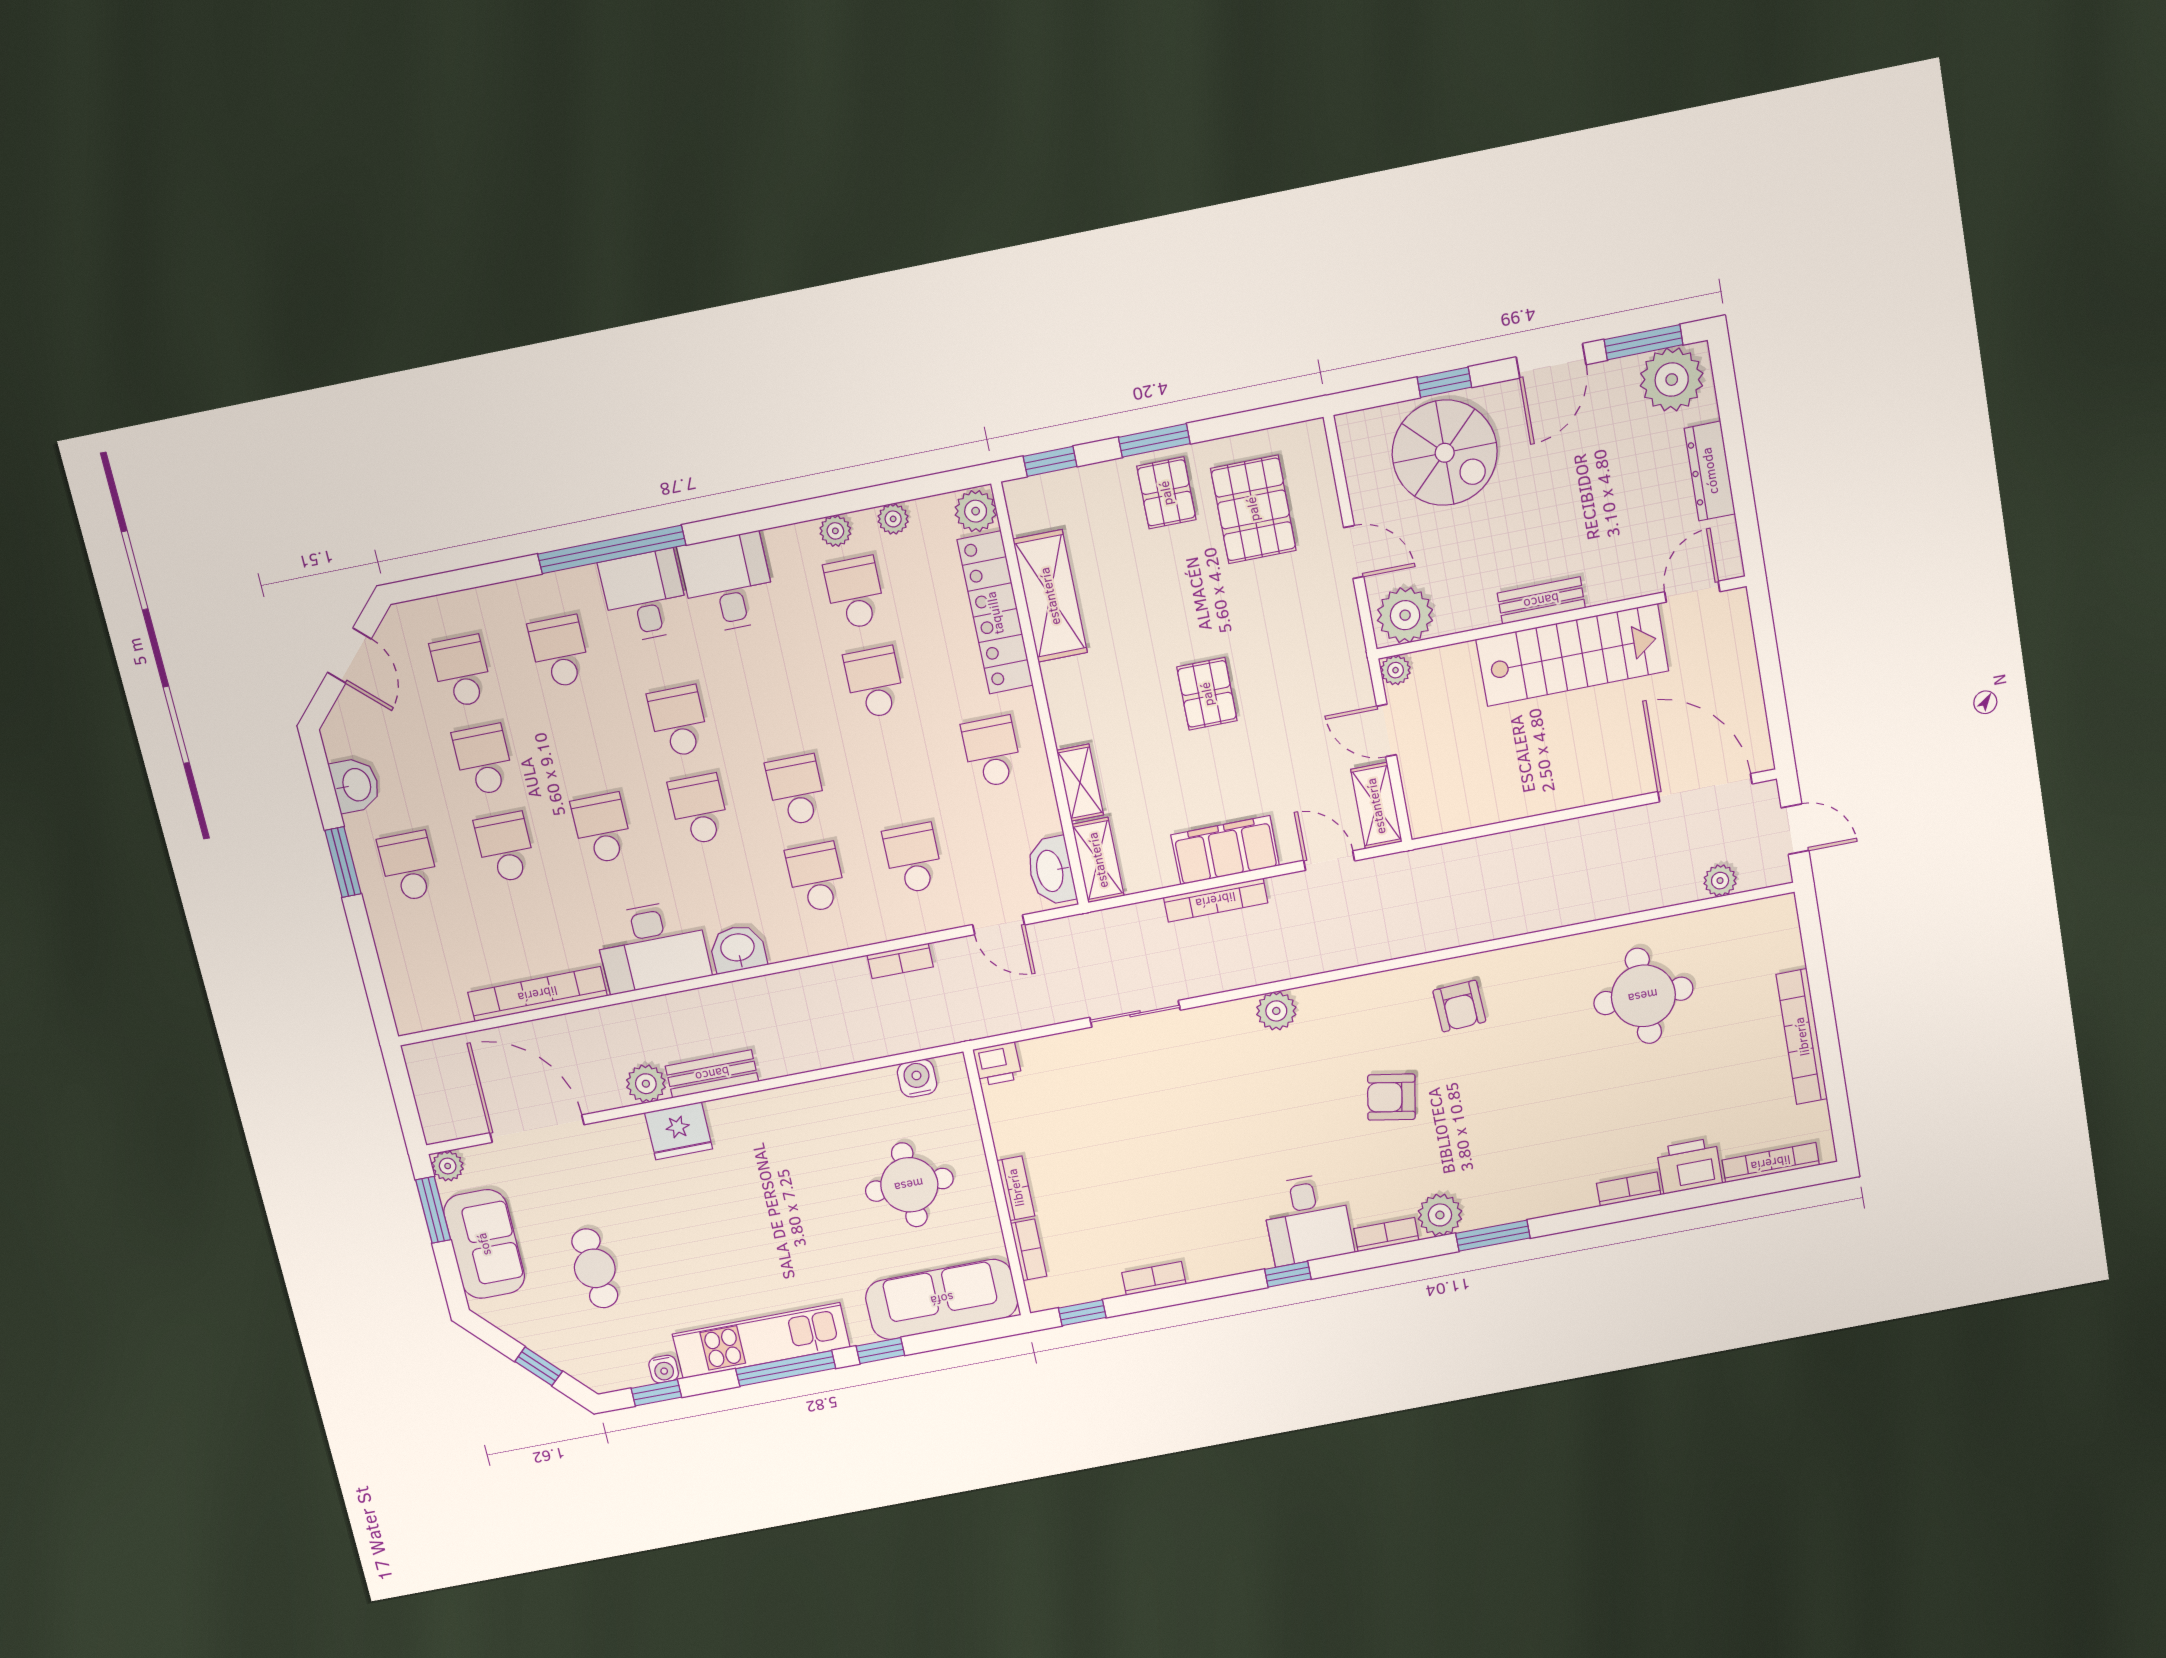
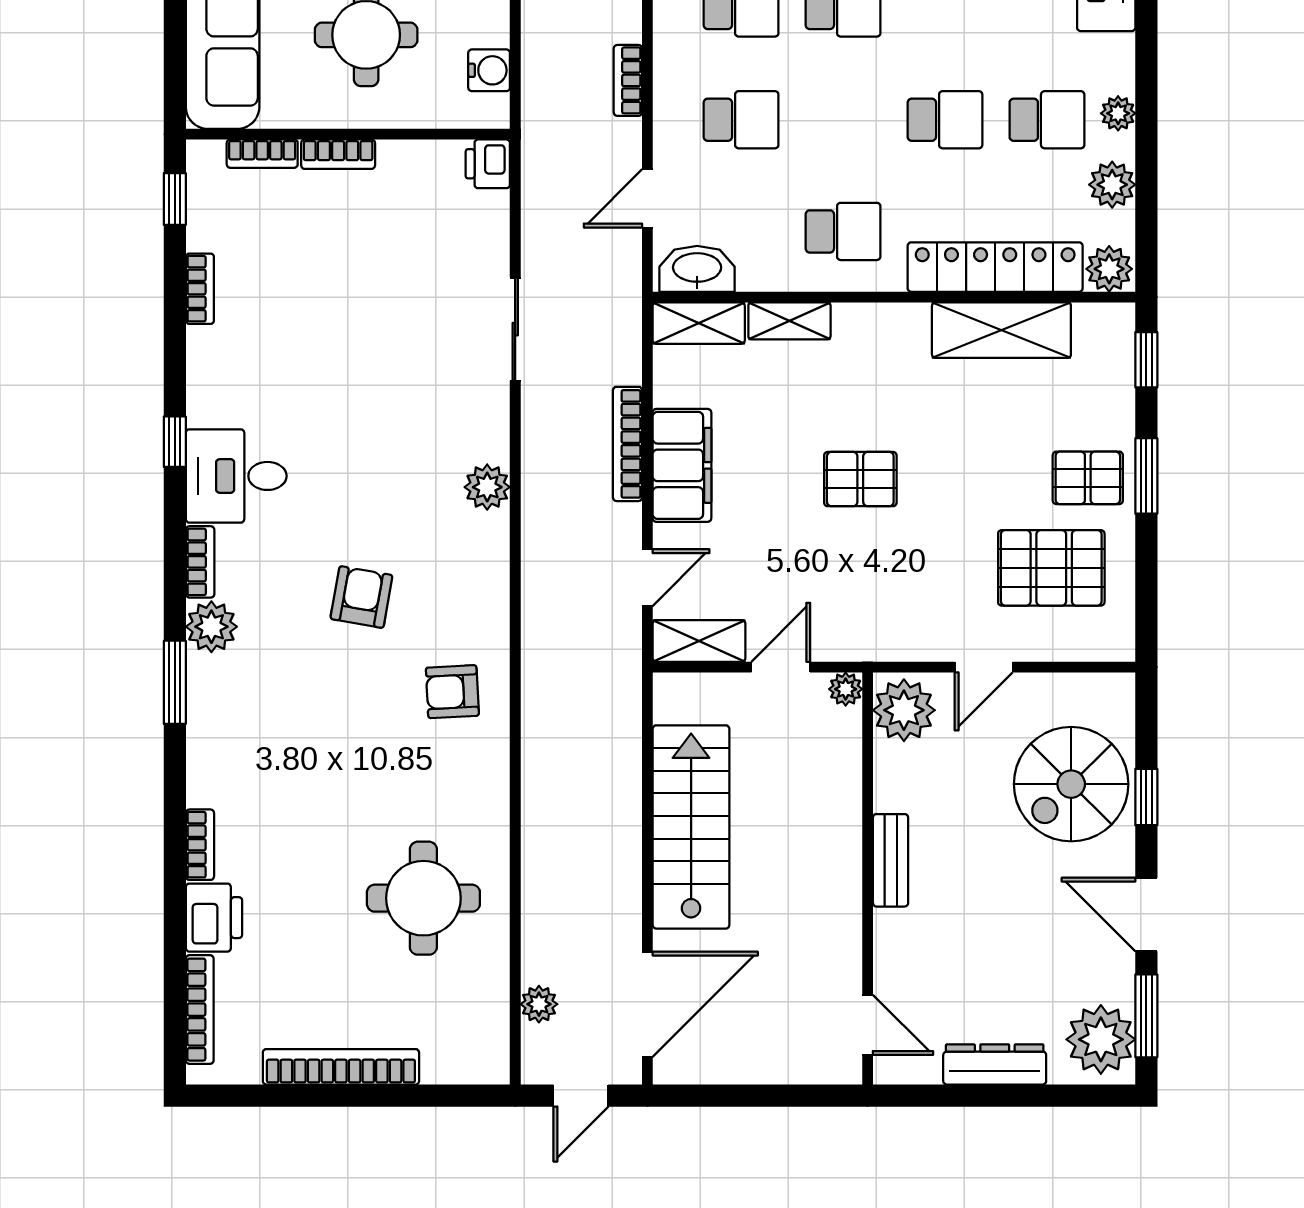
plant: (893, 519) -> (1112, 185), width x1.38, depth x1.38
stairs: (1572, 655) -> (691, 827), moved, turned 180

